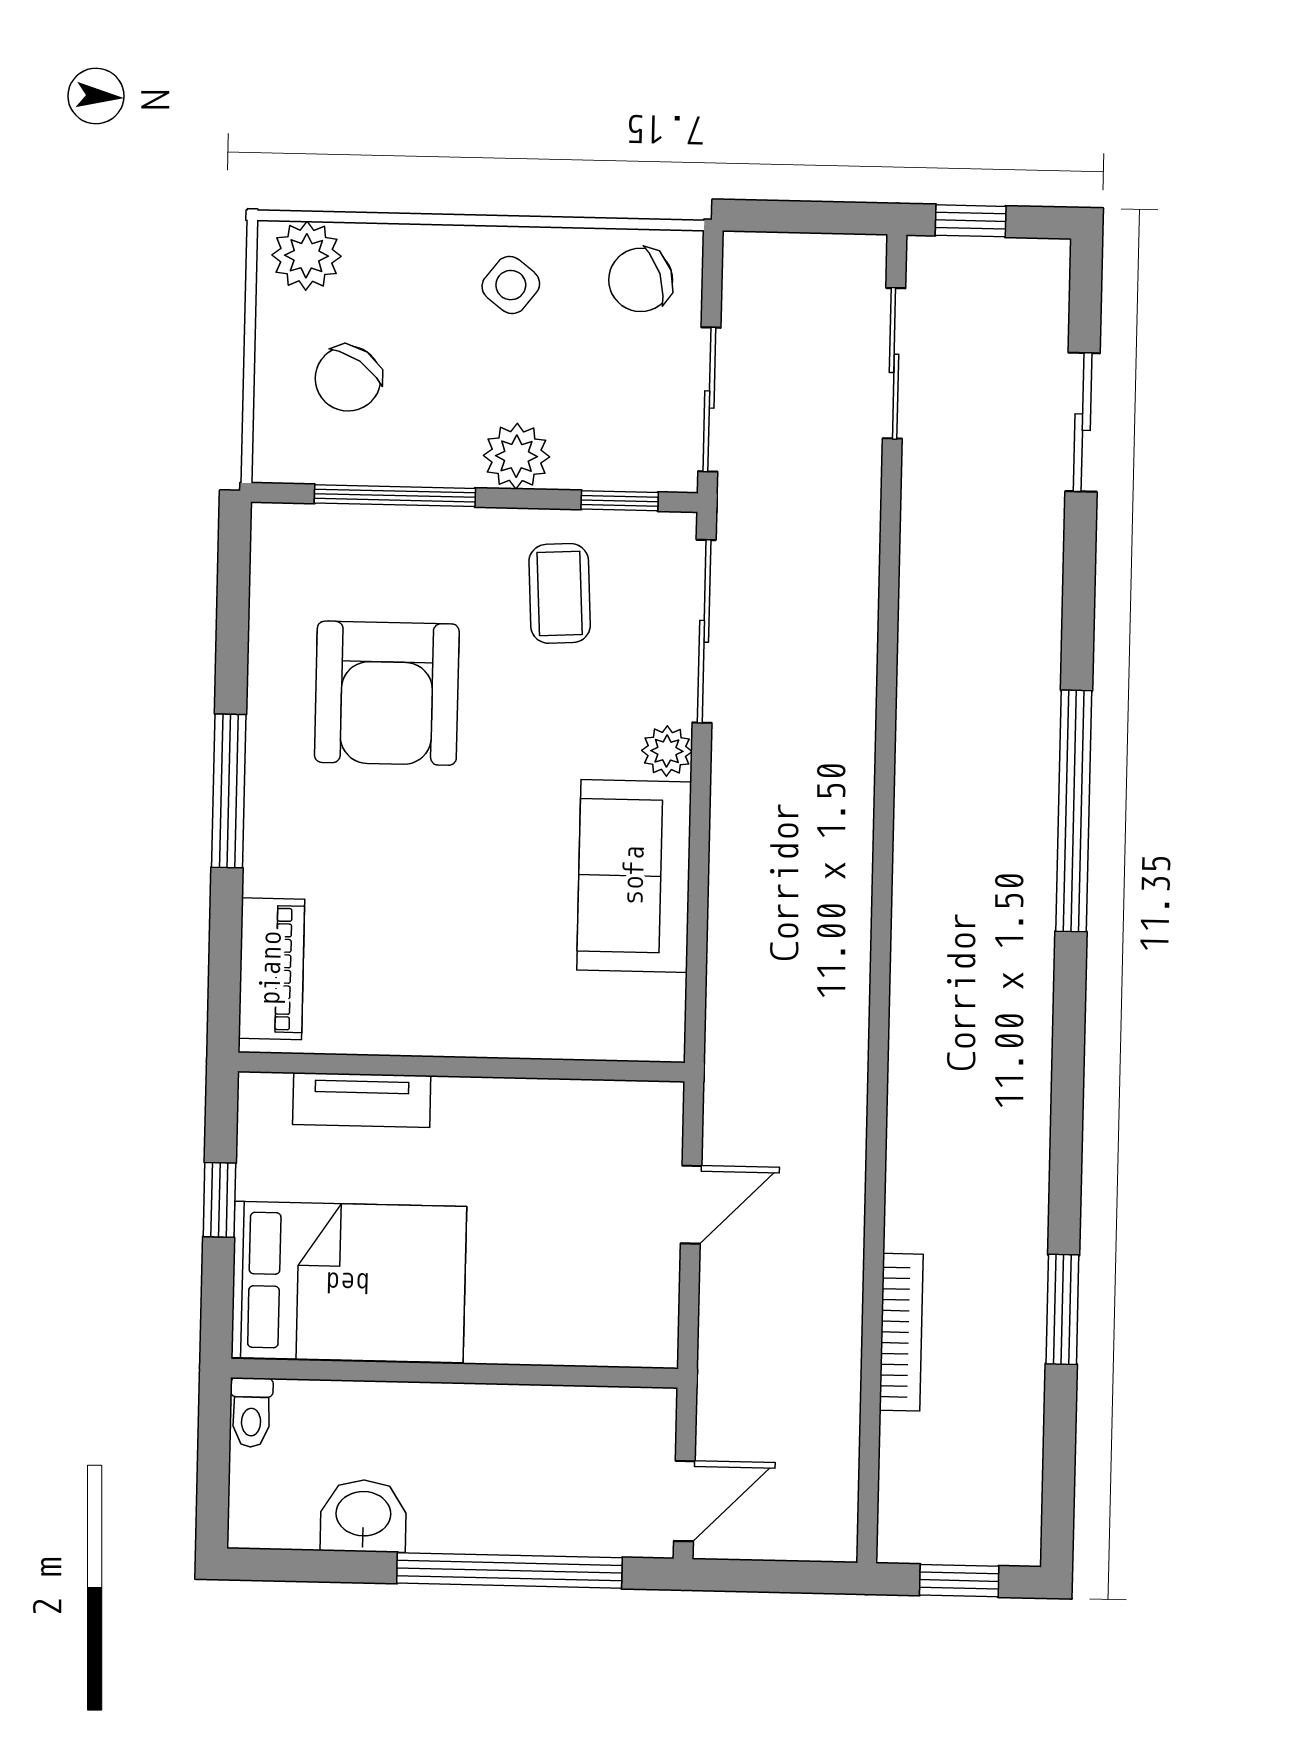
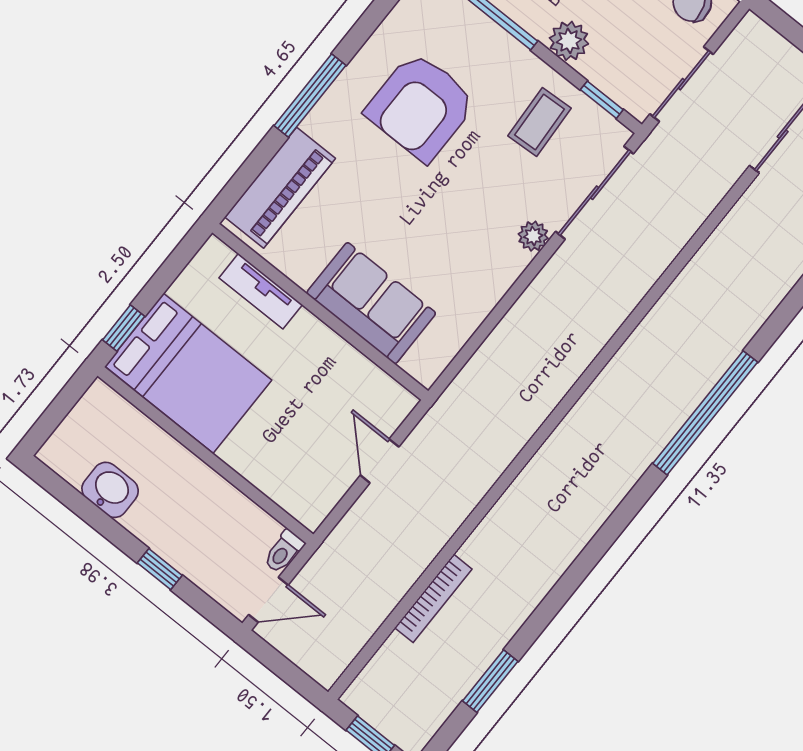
sofa: (634, 876) -> (371, 303), moved, turned 90
piano: (271, 969) -> (280, 188), width x1.37, depth x1.33
window: (219, 1200) -> (124, 328), moved
door: (691, 1205) -> (380, 461), swing flipped
window: (1062, 1309) -> (490, 681), moved
toilet: (251, 1412) -> (284, 551), moved
window: (509, 1570) -> (160, 569), width x0.32

